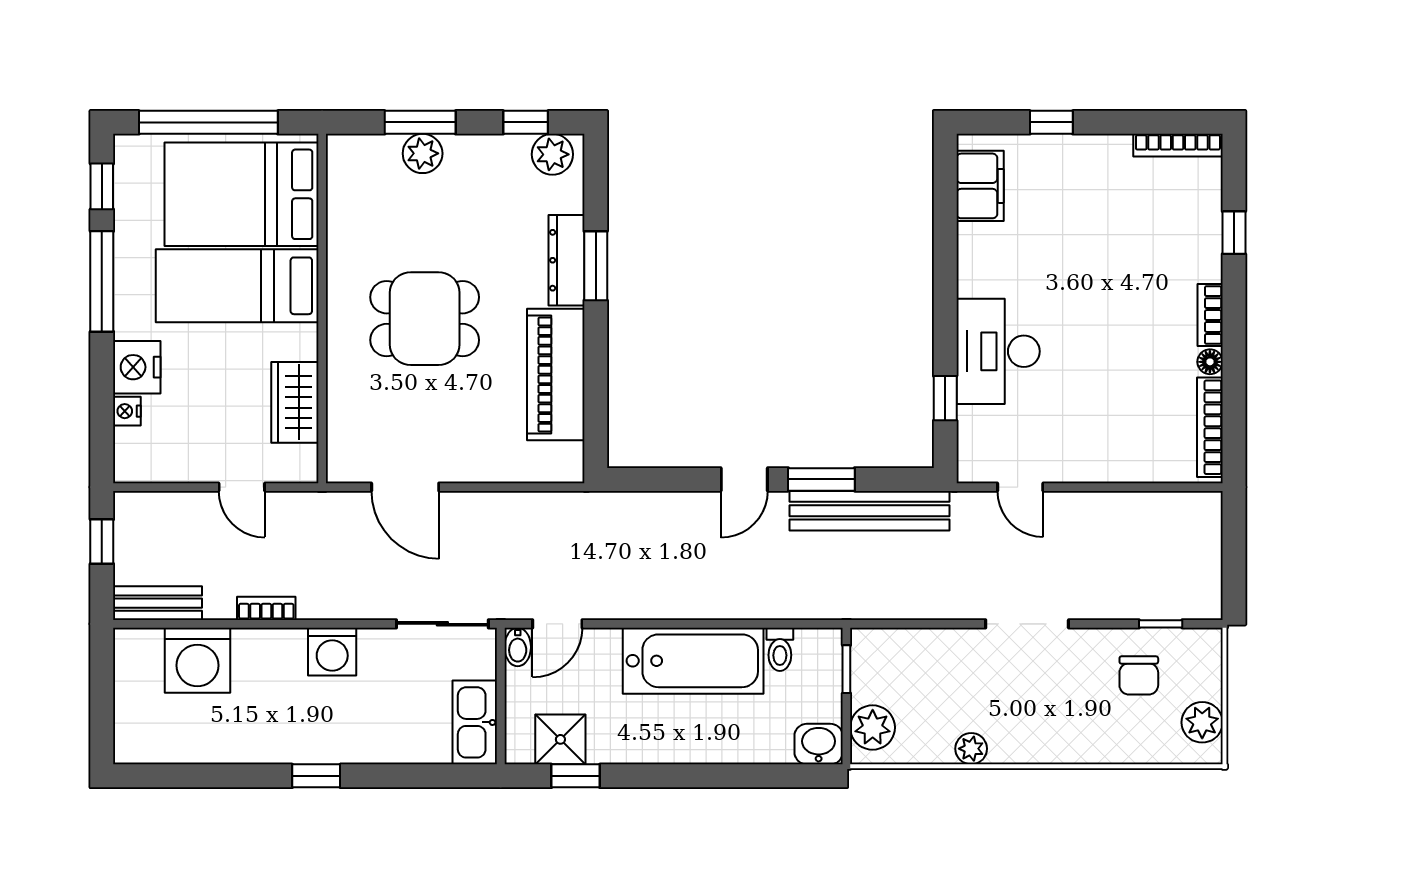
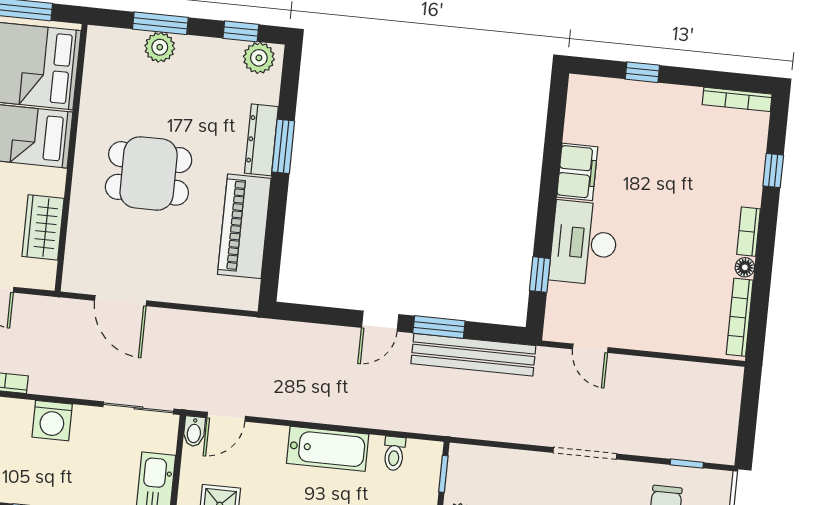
filing cabinet: (980, 186) -> (577, 172), moved
bathtub: (693, 661) -> (328, 449), width x0.73, depth x0.73

